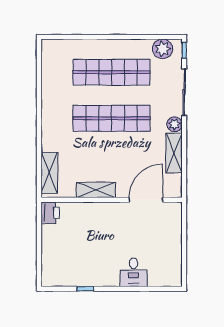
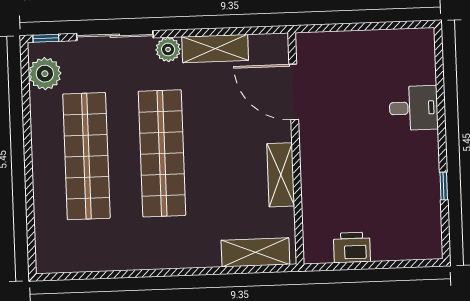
printer: (50, 213) -> (352, 247), moved

